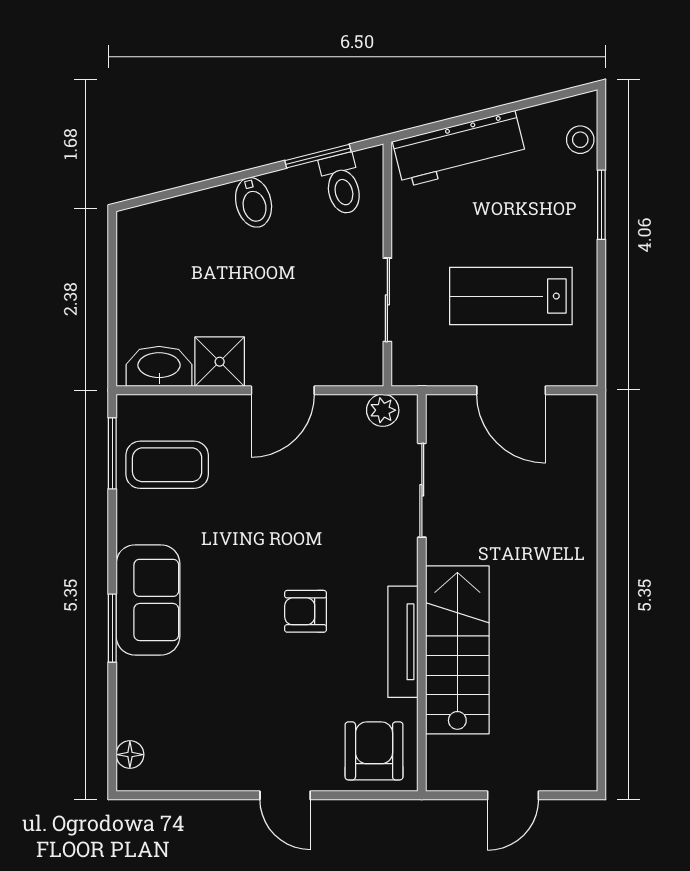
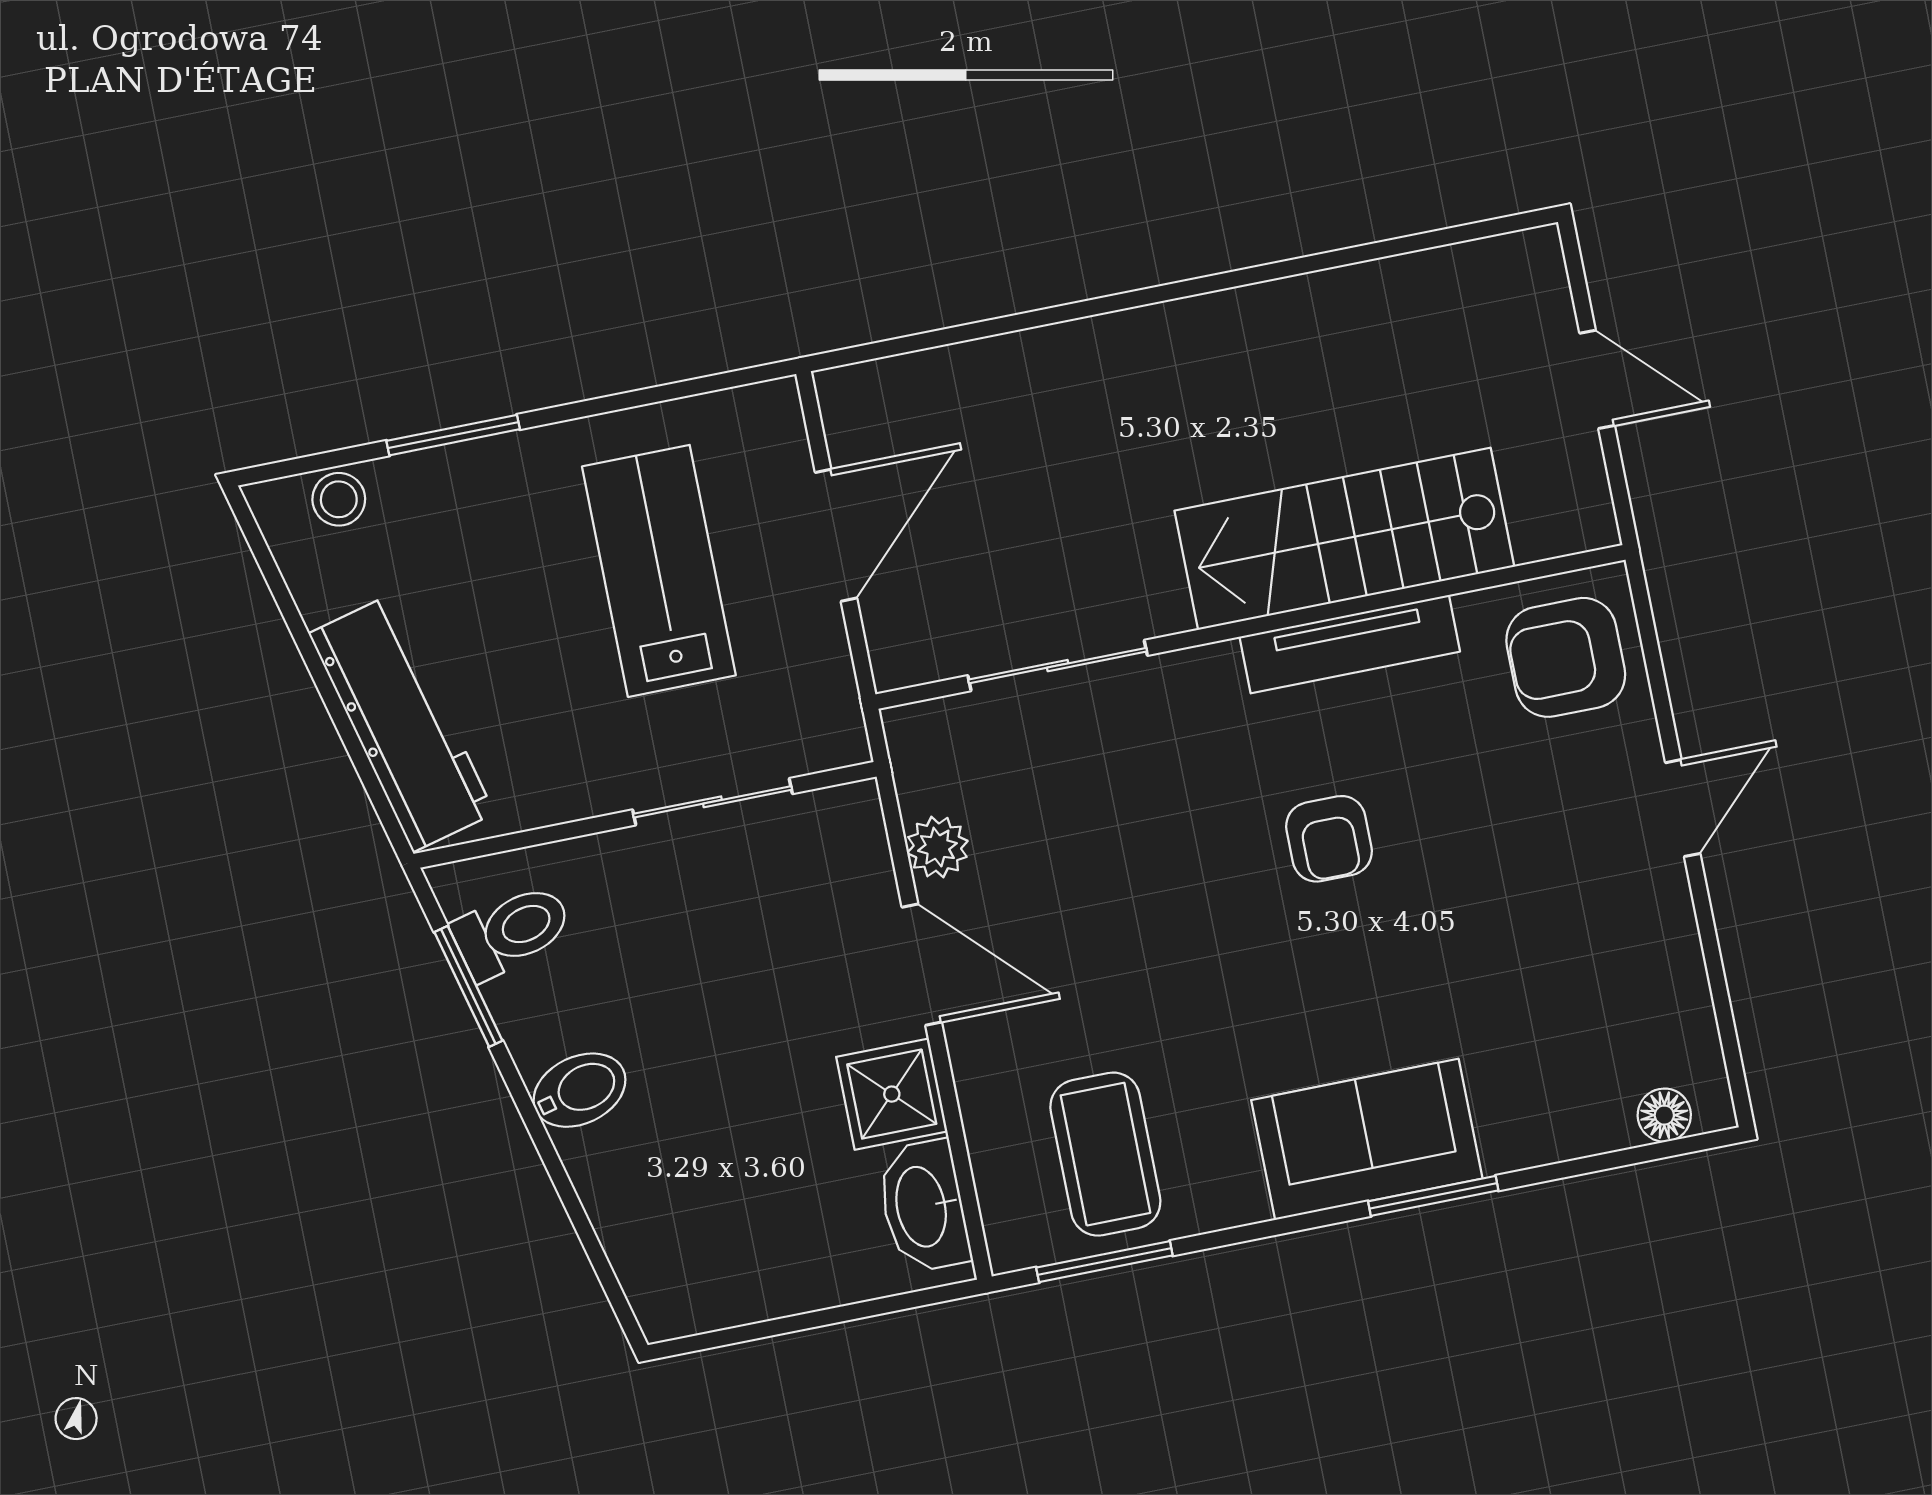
lab bench: (511, 296) -> (659, 571), turned 180
plant: (383, 410) -> (937, 847), moved

